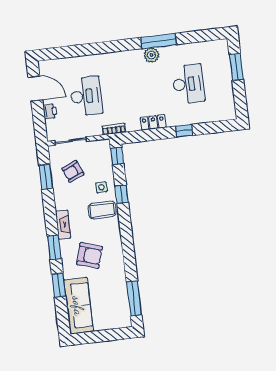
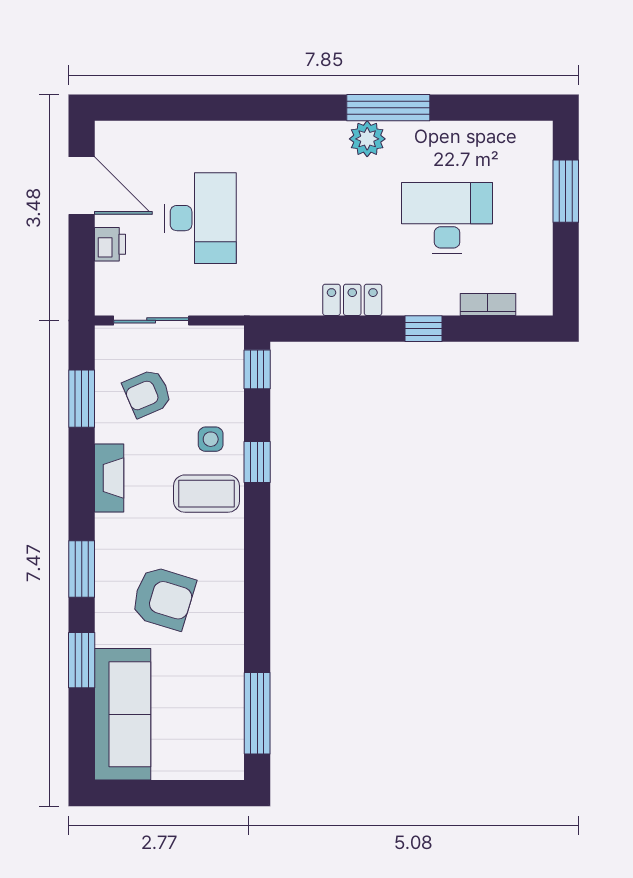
desk: (188, 84) -> (447, 218), turned -90
bookcase: (114, 129) -> (488, 304), moved
fireplace: (63, 225) -> (109, 478), moved

